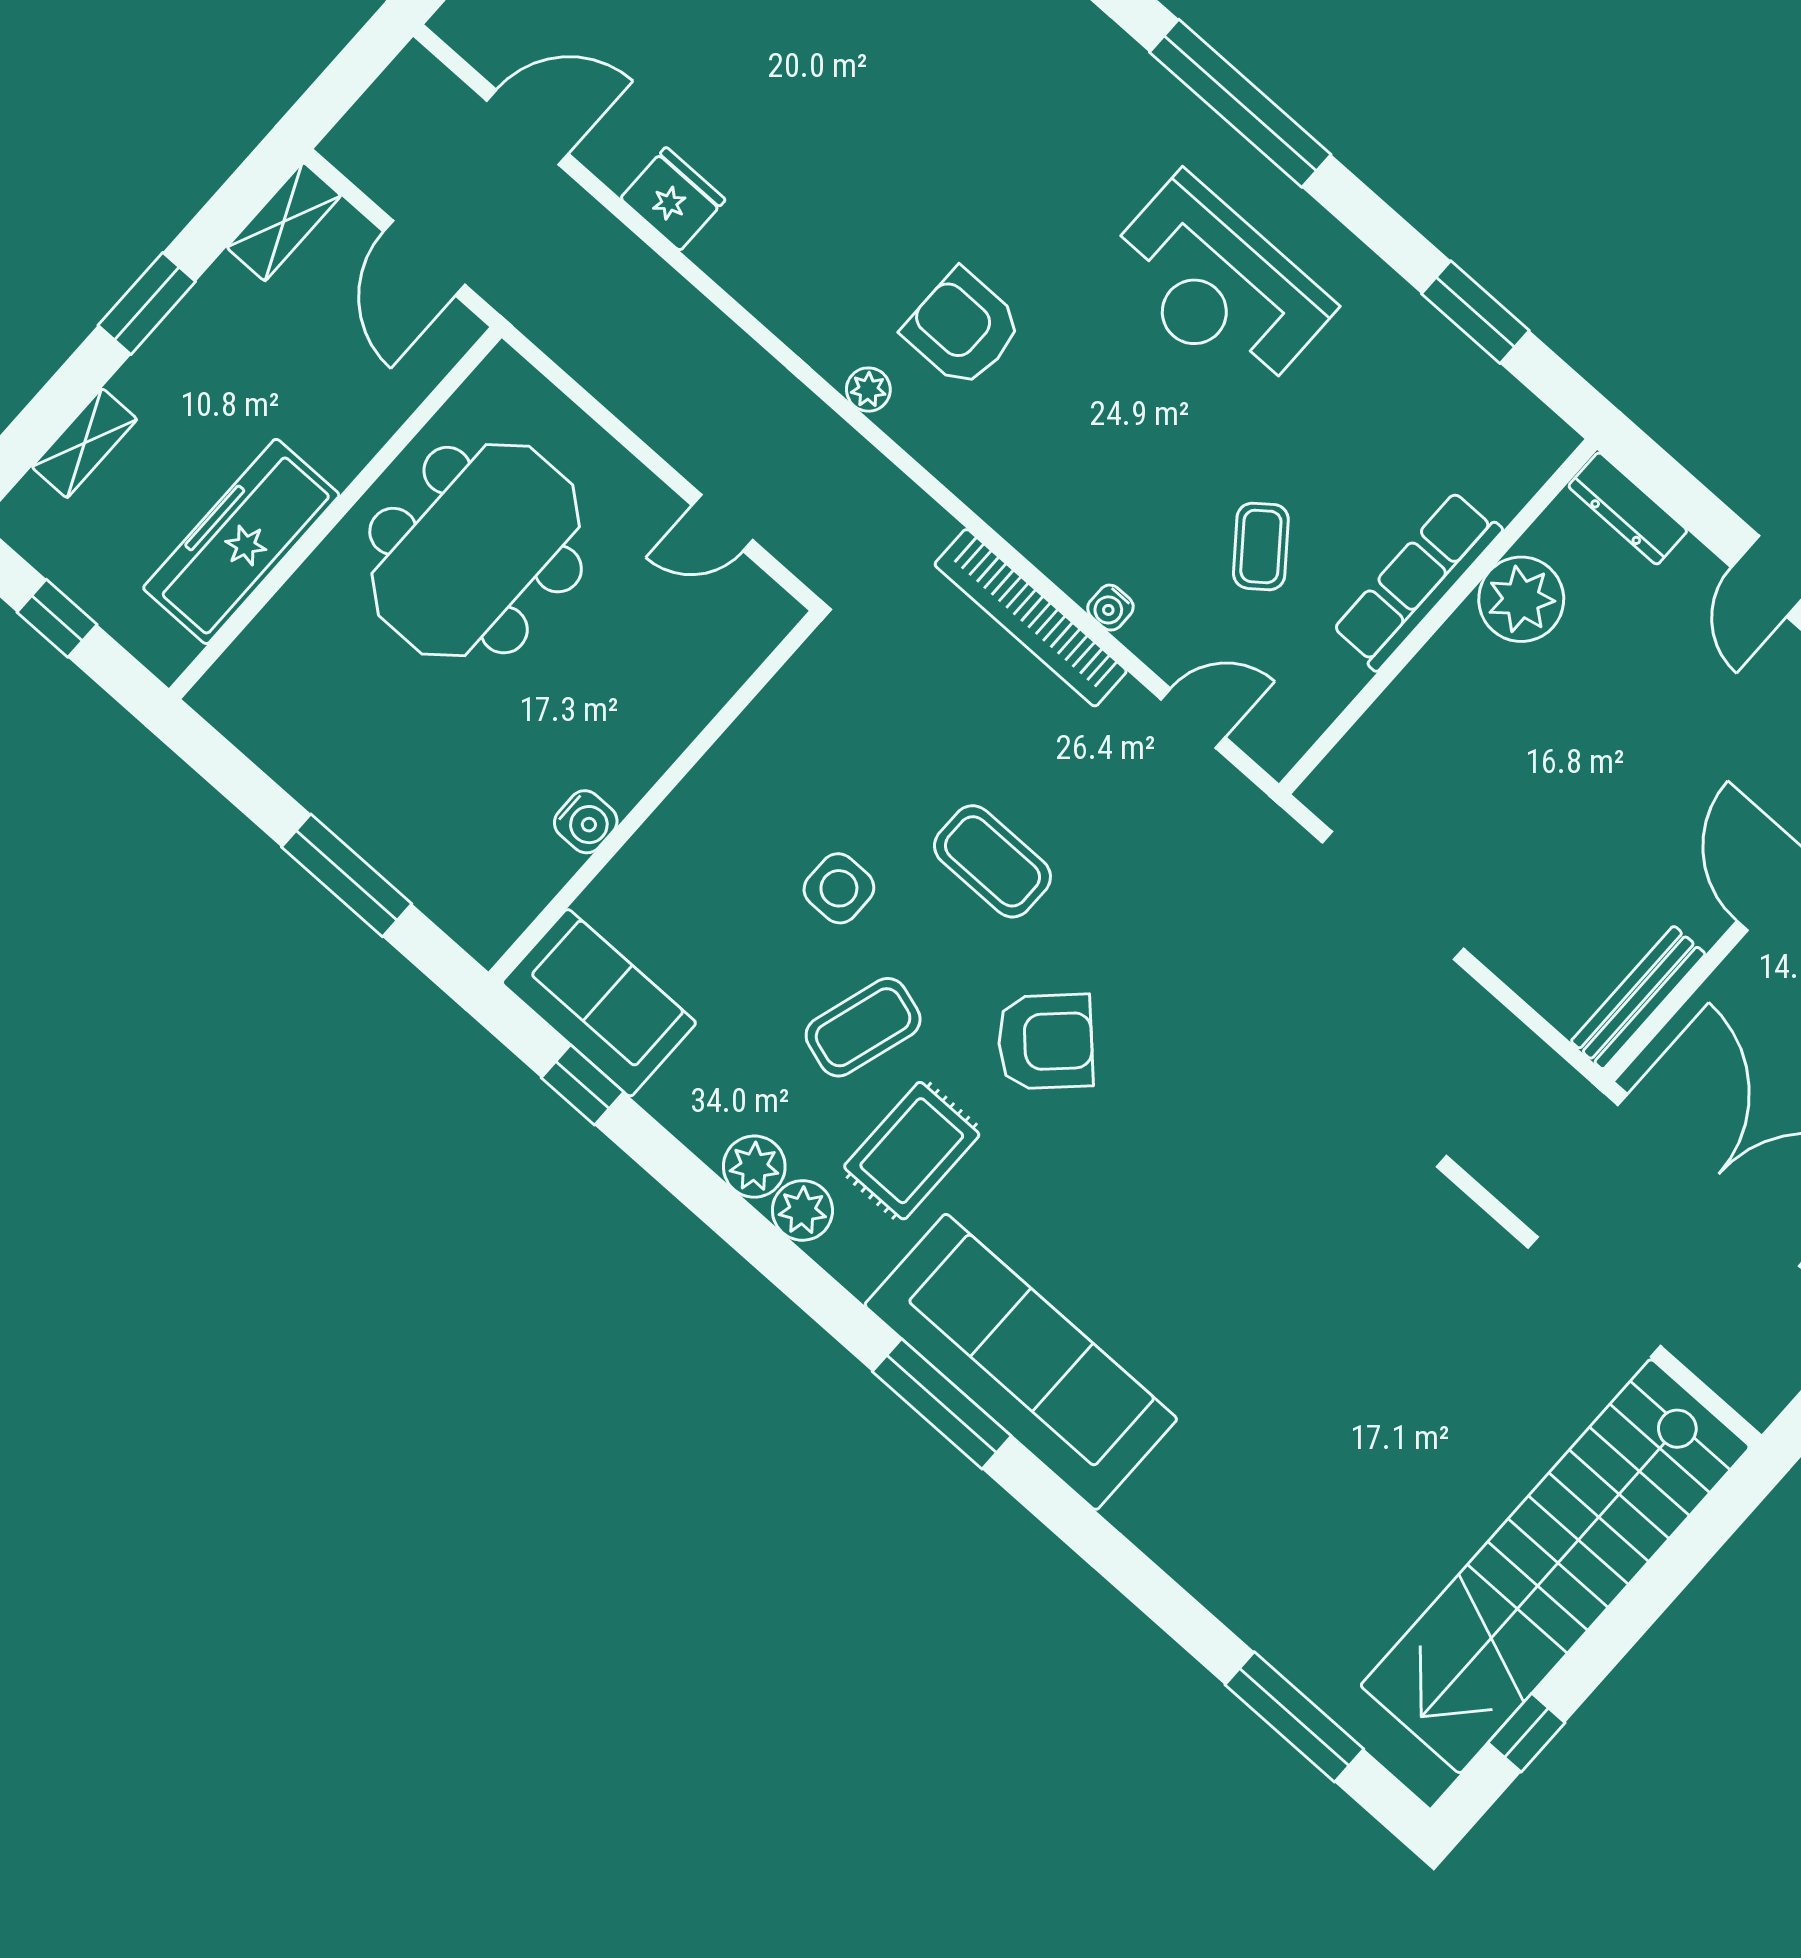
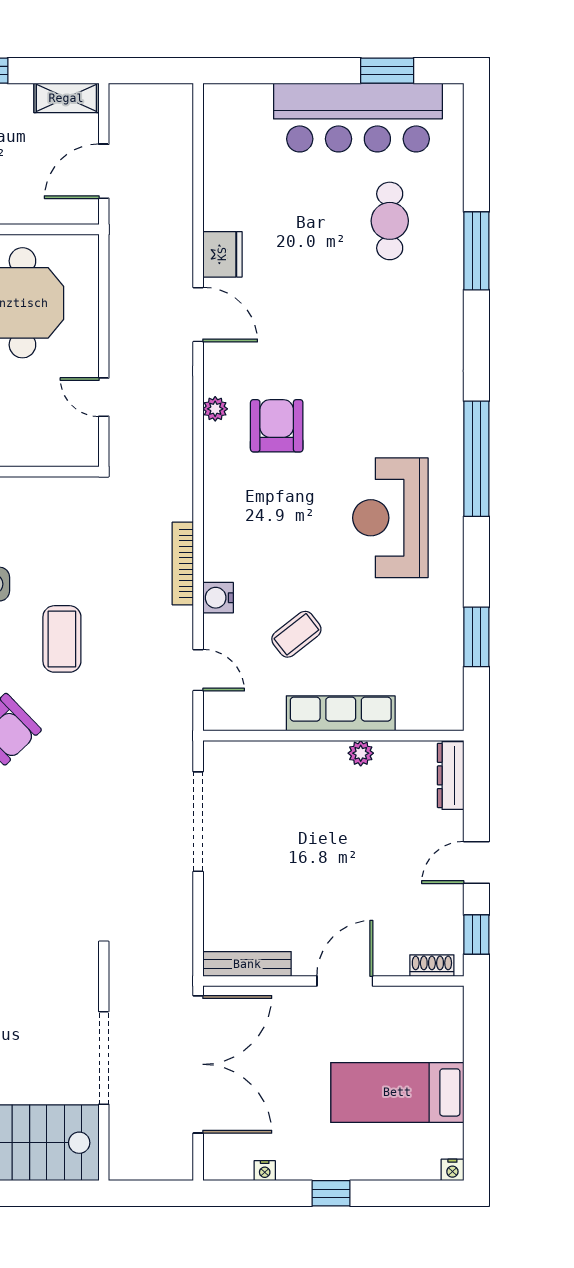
door: (527, 127) -> (198, 315), moved
plant: (1521, 599) -> (361, 753), width x0.53, depth x0.53
water cooler: (1110, 608) -> (218, 598), width x1.38, depth x1.38
bookcase: (1031, 618) -> (183, 563), width x0.68, depth x0.76

